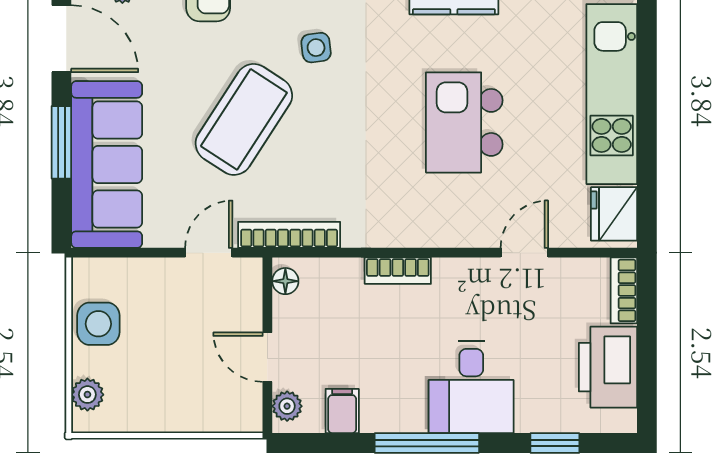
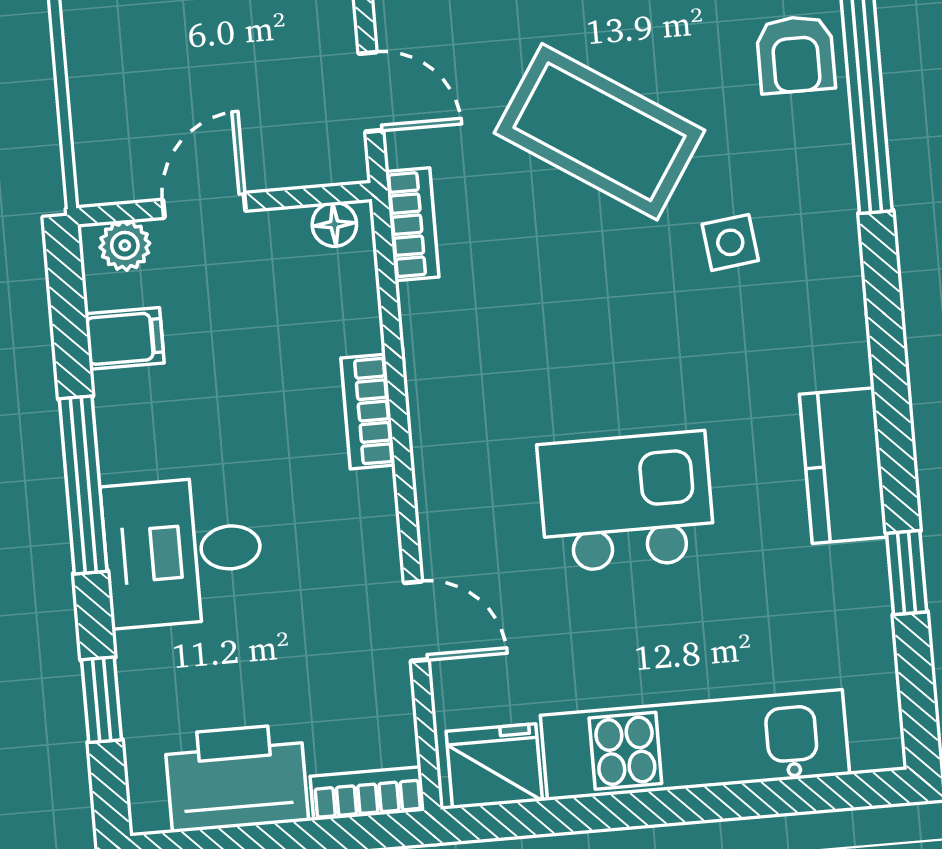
bookcase: (289, 235) -> (412, 224), width x0.64

